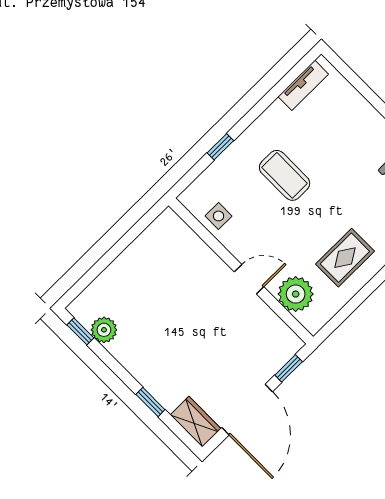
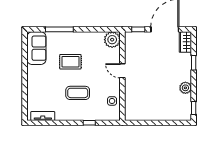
coffee table: (285, 175) -> (78, 93), turned 90
rug: (345, 258) -> (70, 62), moved
plant: (296, 294) -> (112, 40), moved
plant: (104, 330) -> (185, 88), moved

